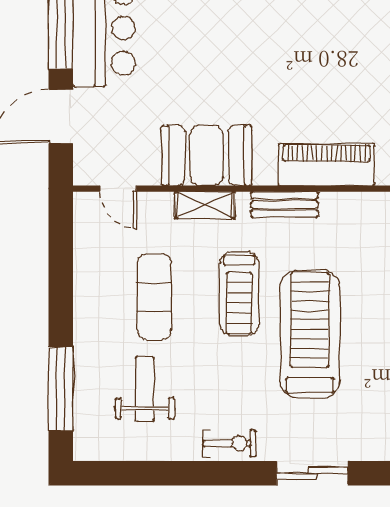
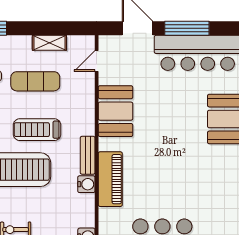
shelving: (205, 205) -> (49, 43), moved, turned 90
water cooler: (336, 207) -> (86, 184), added

